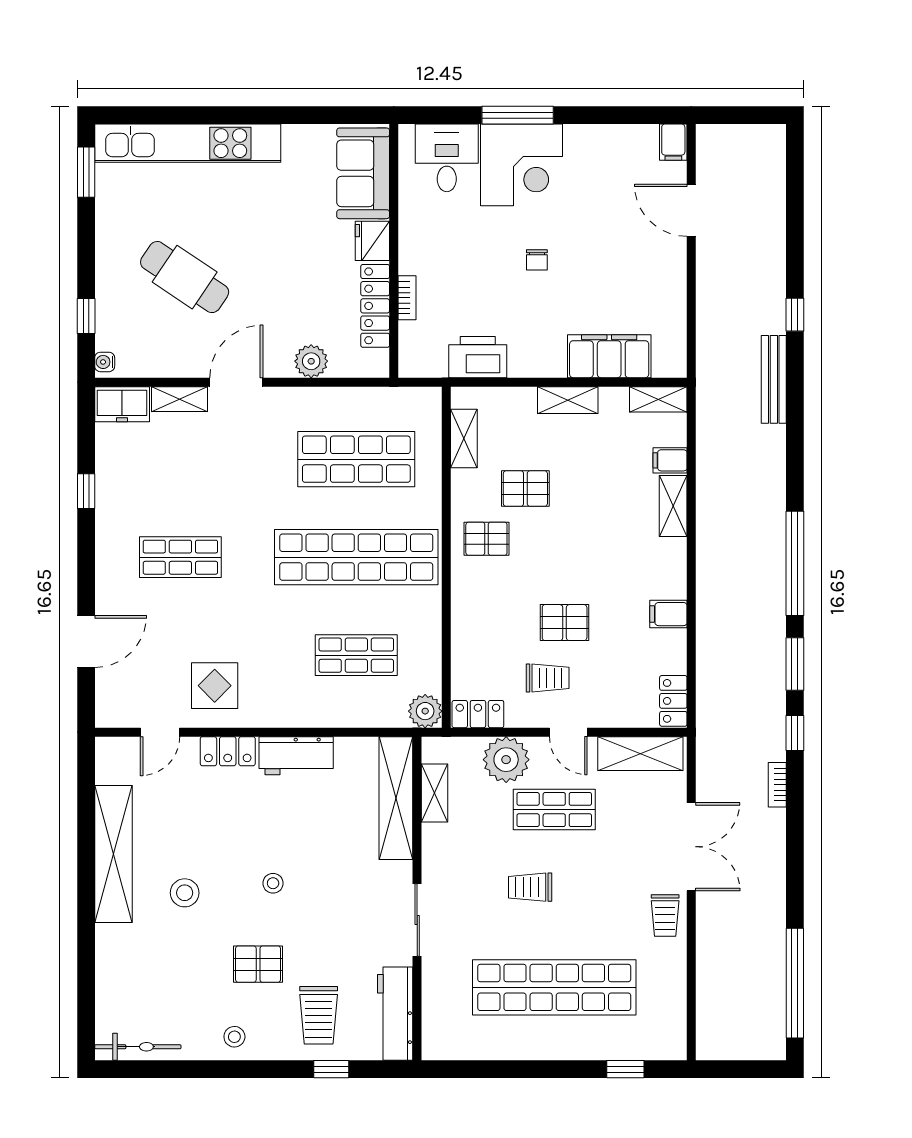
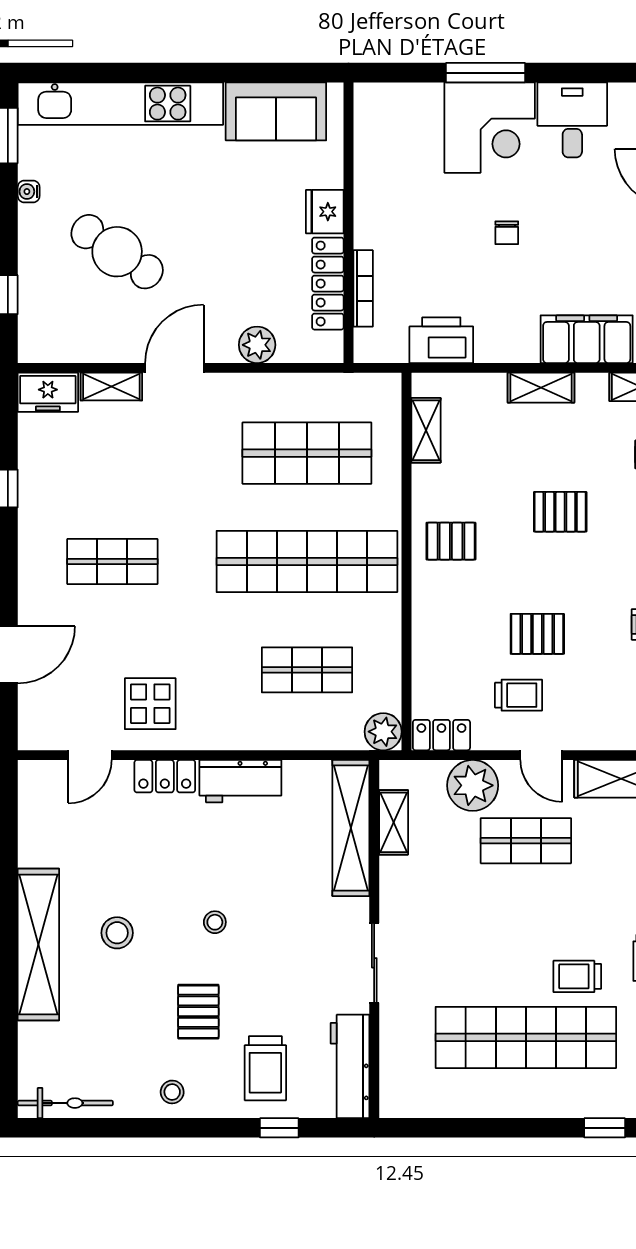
desk: (447, 158) -> (572, 120), moved
sofa: (363, 173) -> (276, 111), moved, turned -90
bookcase: (407, 298) -> (363, 288), width x1.56
water cooler: (105, 362) -> (29, 192), moved
pallet: (525, 489) -> (560, 512), moved
shelving: (113, 854) -> (38, 945), moved
trolley: (530, 887) -> (577, 976), moved
pallet: (258, 964) -> (198, 1012), turned 90

